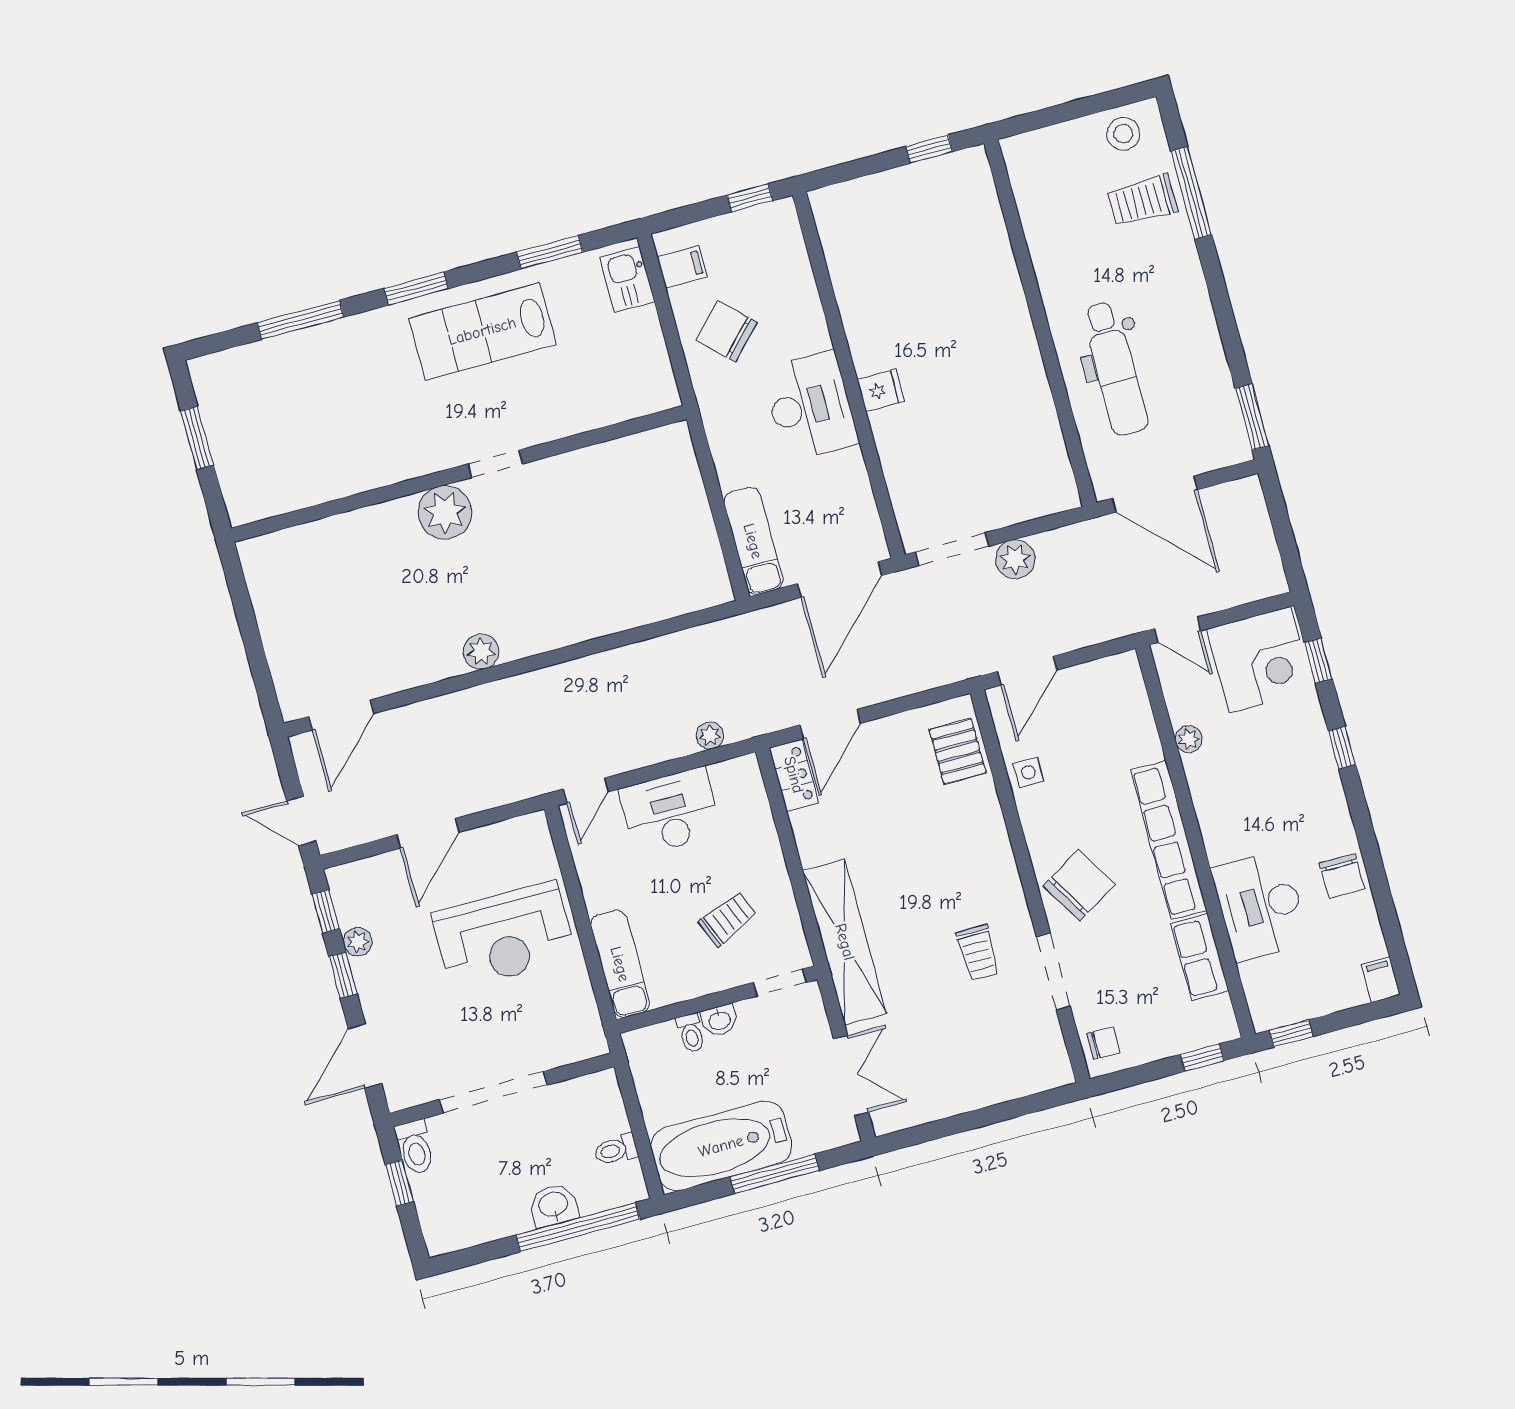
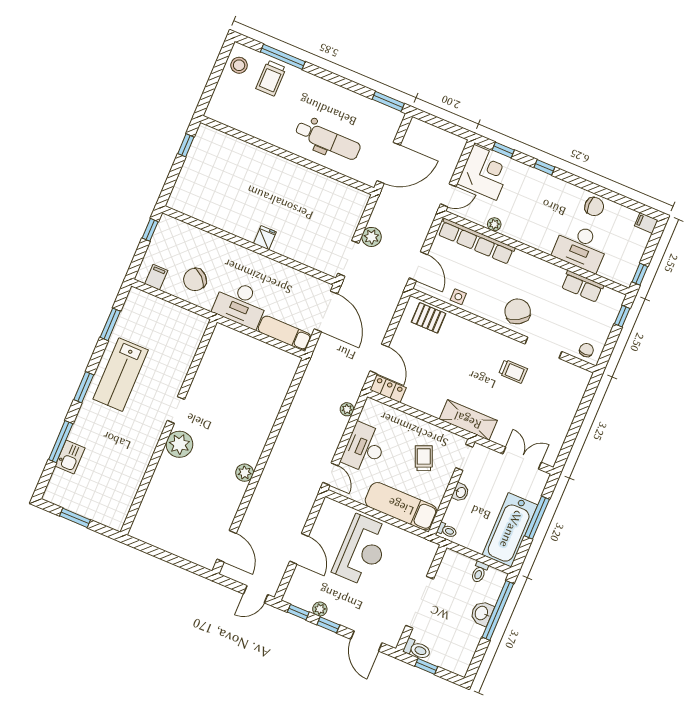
kitchen sink: (627, 279) -> (70, 457), moved, turned -90
desk: (810, 406) -> (241, 304), moved, turned 180
row of seats: (1169, 840) -> (476, 241), moved
shelving: (845, 942) -> (468, 420), width x0.68
exam couch: (620, 964) -> (401, 506), width x1.36, depth x1.45
toilet: (691, 1033) -> (447, 530), moved

